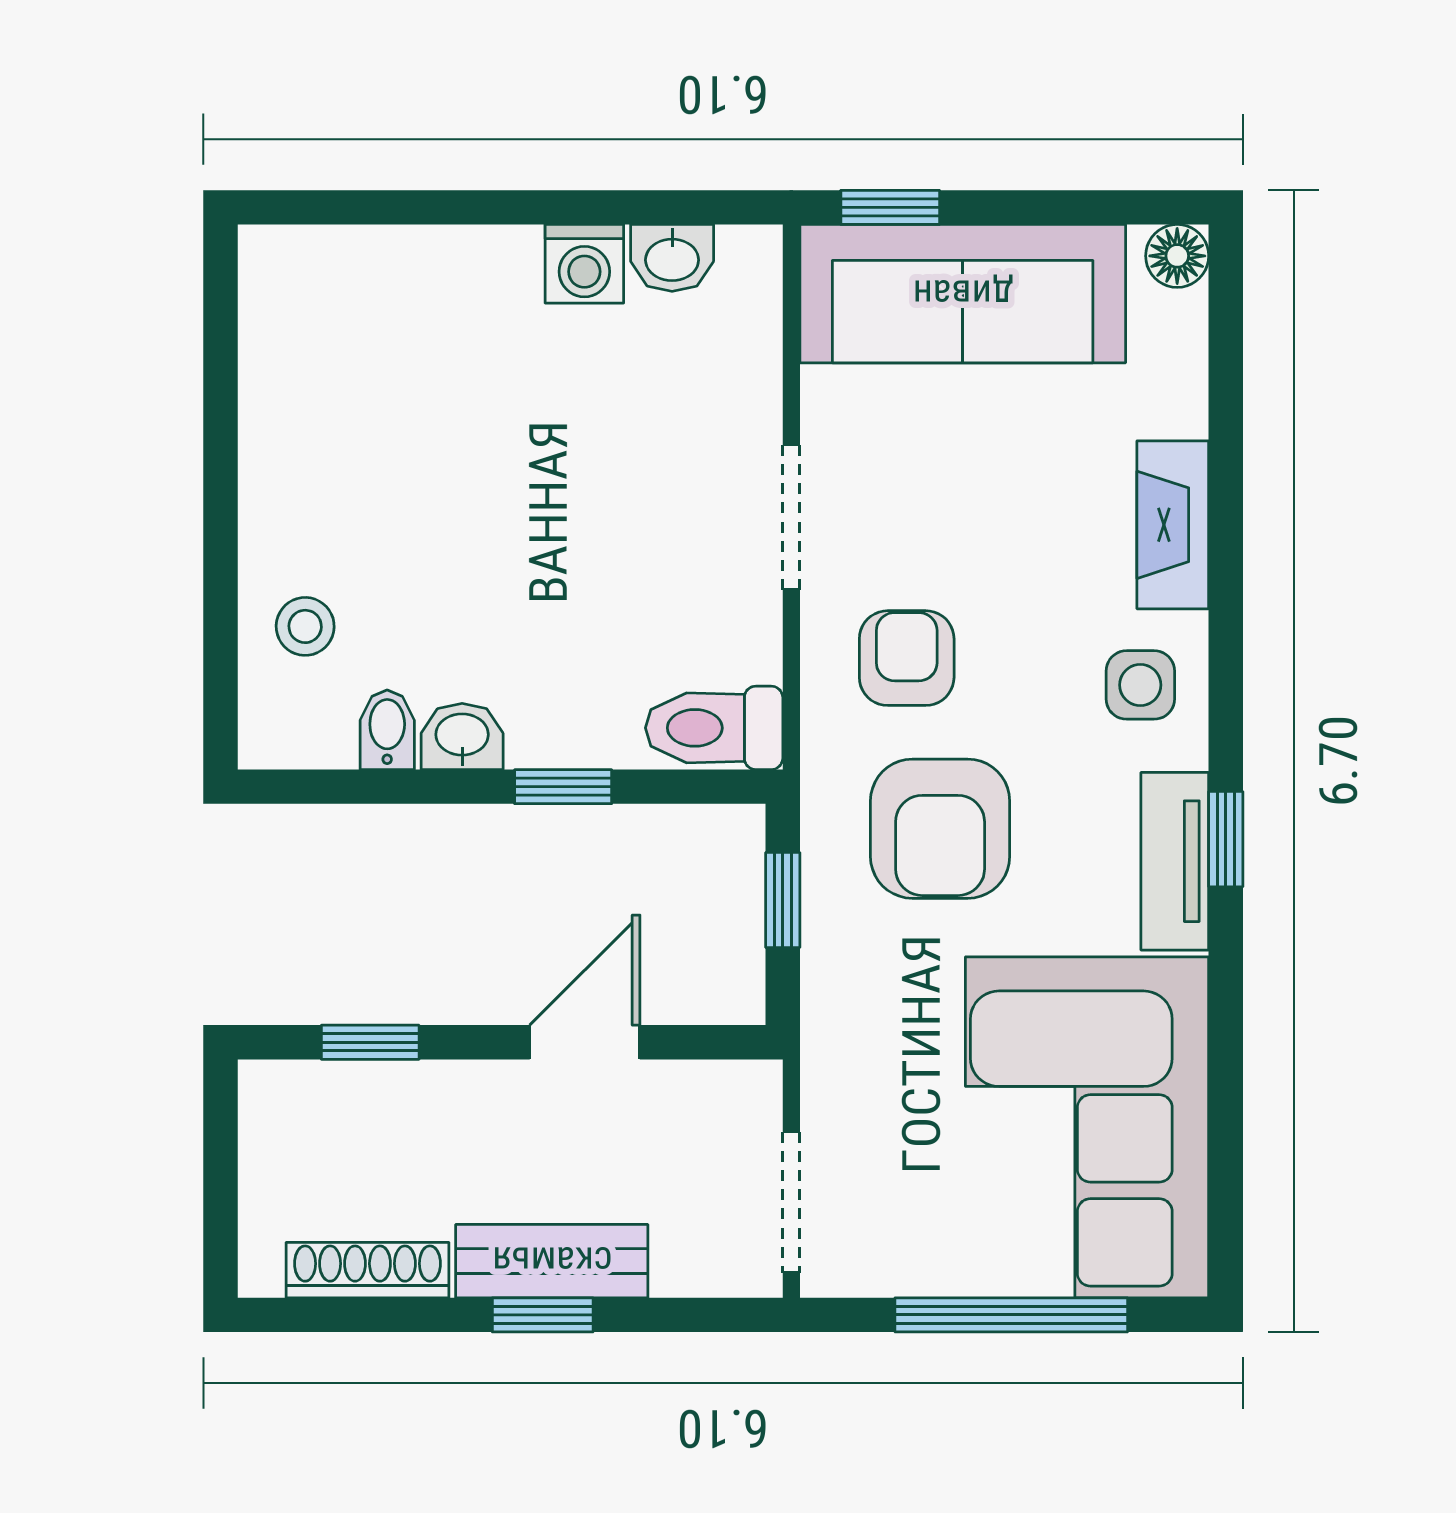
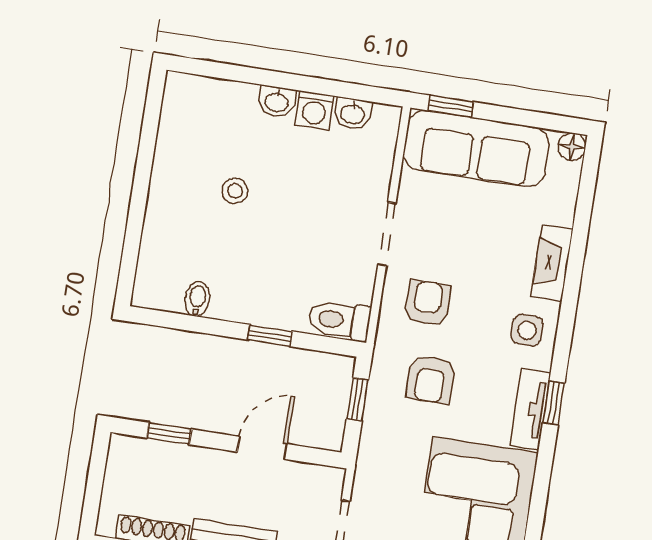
stool: (305, 626) -> (235, 191), moved
washbasin: (462, 736) -> (277, 102), moved, turned 180
armchair: (940, 829) -> (431, 379), width x0.72, depth x0.72

